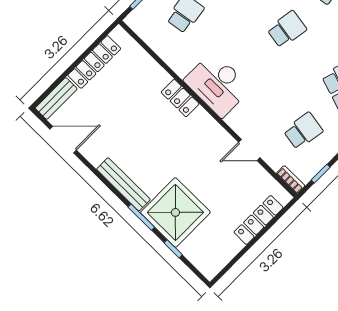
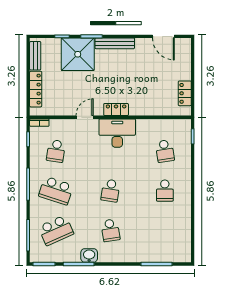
locker: (94, 62) -> (185, 93), width x0.66
bench: (56, 98) -> (35, 56), moved
locker: (180, 98) -> (116, 110), moved
door: (63, 140) -> (163, 36), hinge flipped
door: (249, 150) -> (85, 117), moved

